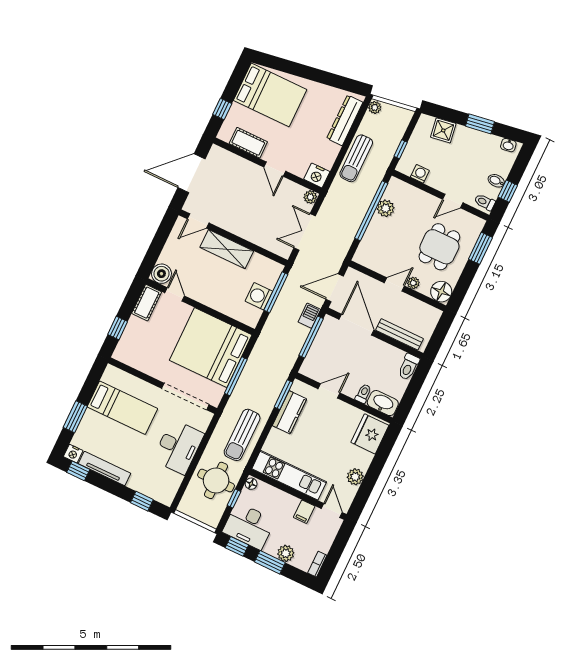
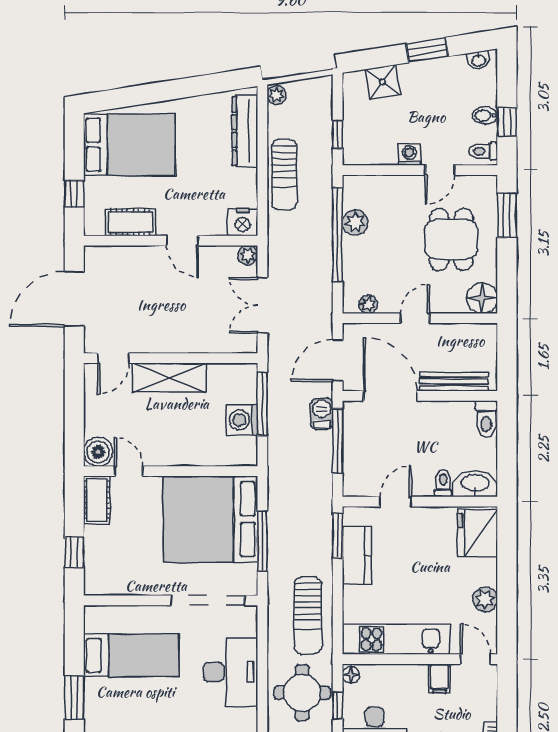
washing machine: (420, 174) -> (409, 155), moved
plant: (413, 283) -> (368, 304), moved

